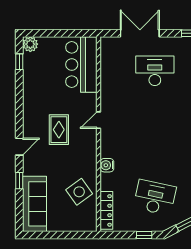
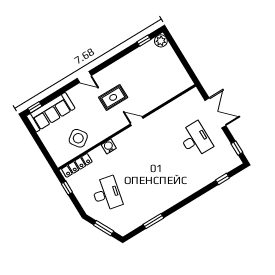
bar counter: (81, 65) -> (168, 85), removed
window: (19, 181) -> (35, 107), moved
window: (144, 235) -> (67, 188), moved

